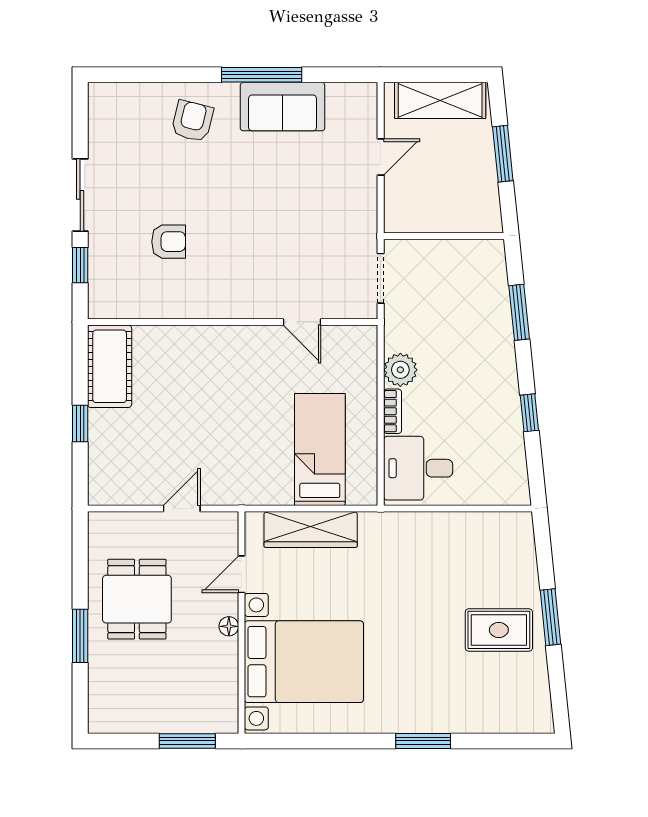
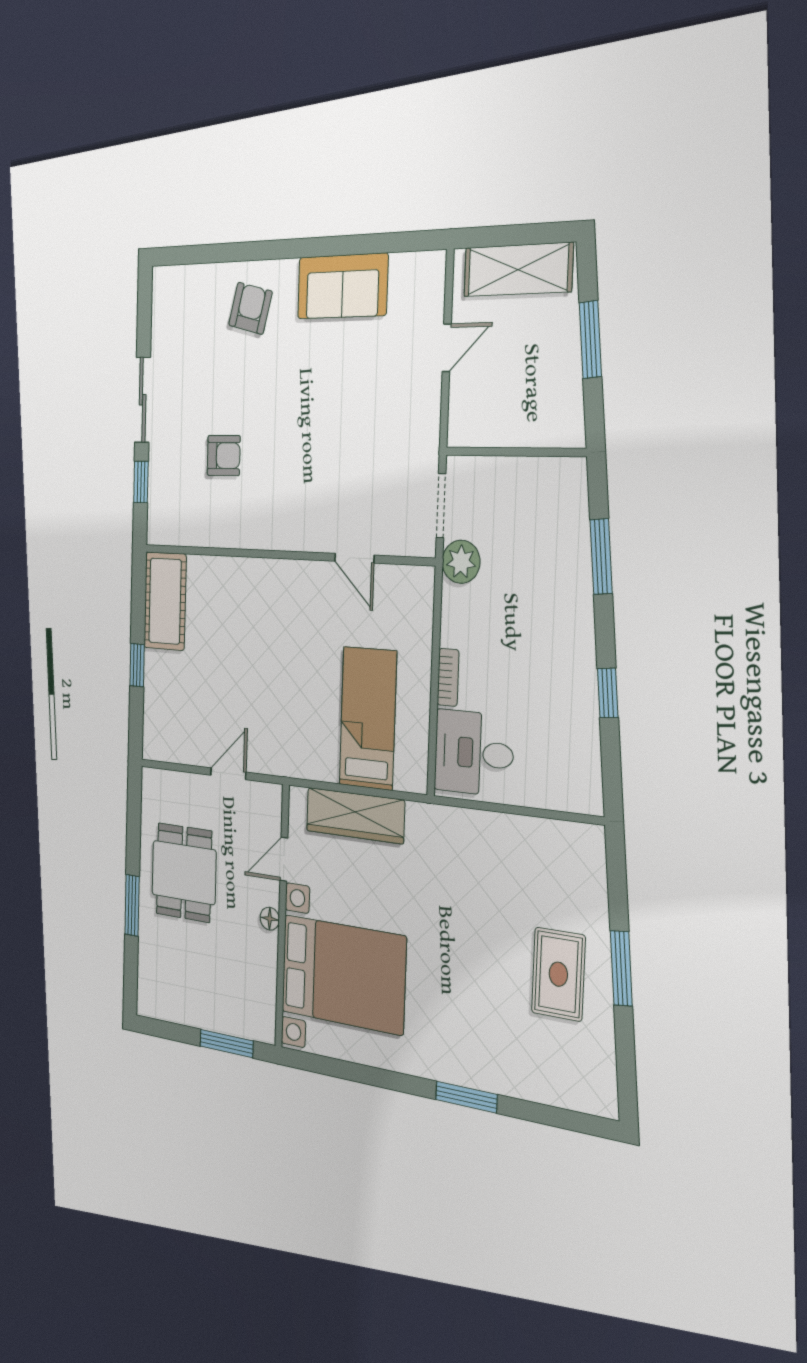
window: (262, 75) -> (322, 247), removed
plant: (400, 370) -> (461, 562), moved
rug: (499, 630) -> (558, 974), turned 90

